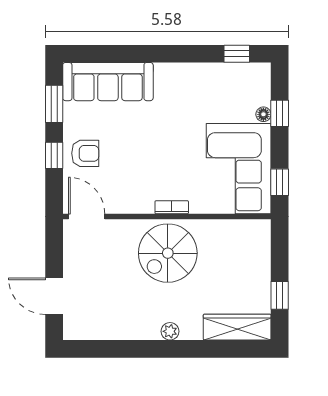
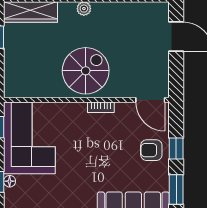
bookcase: (172, 207) -> (101, 107), moved

